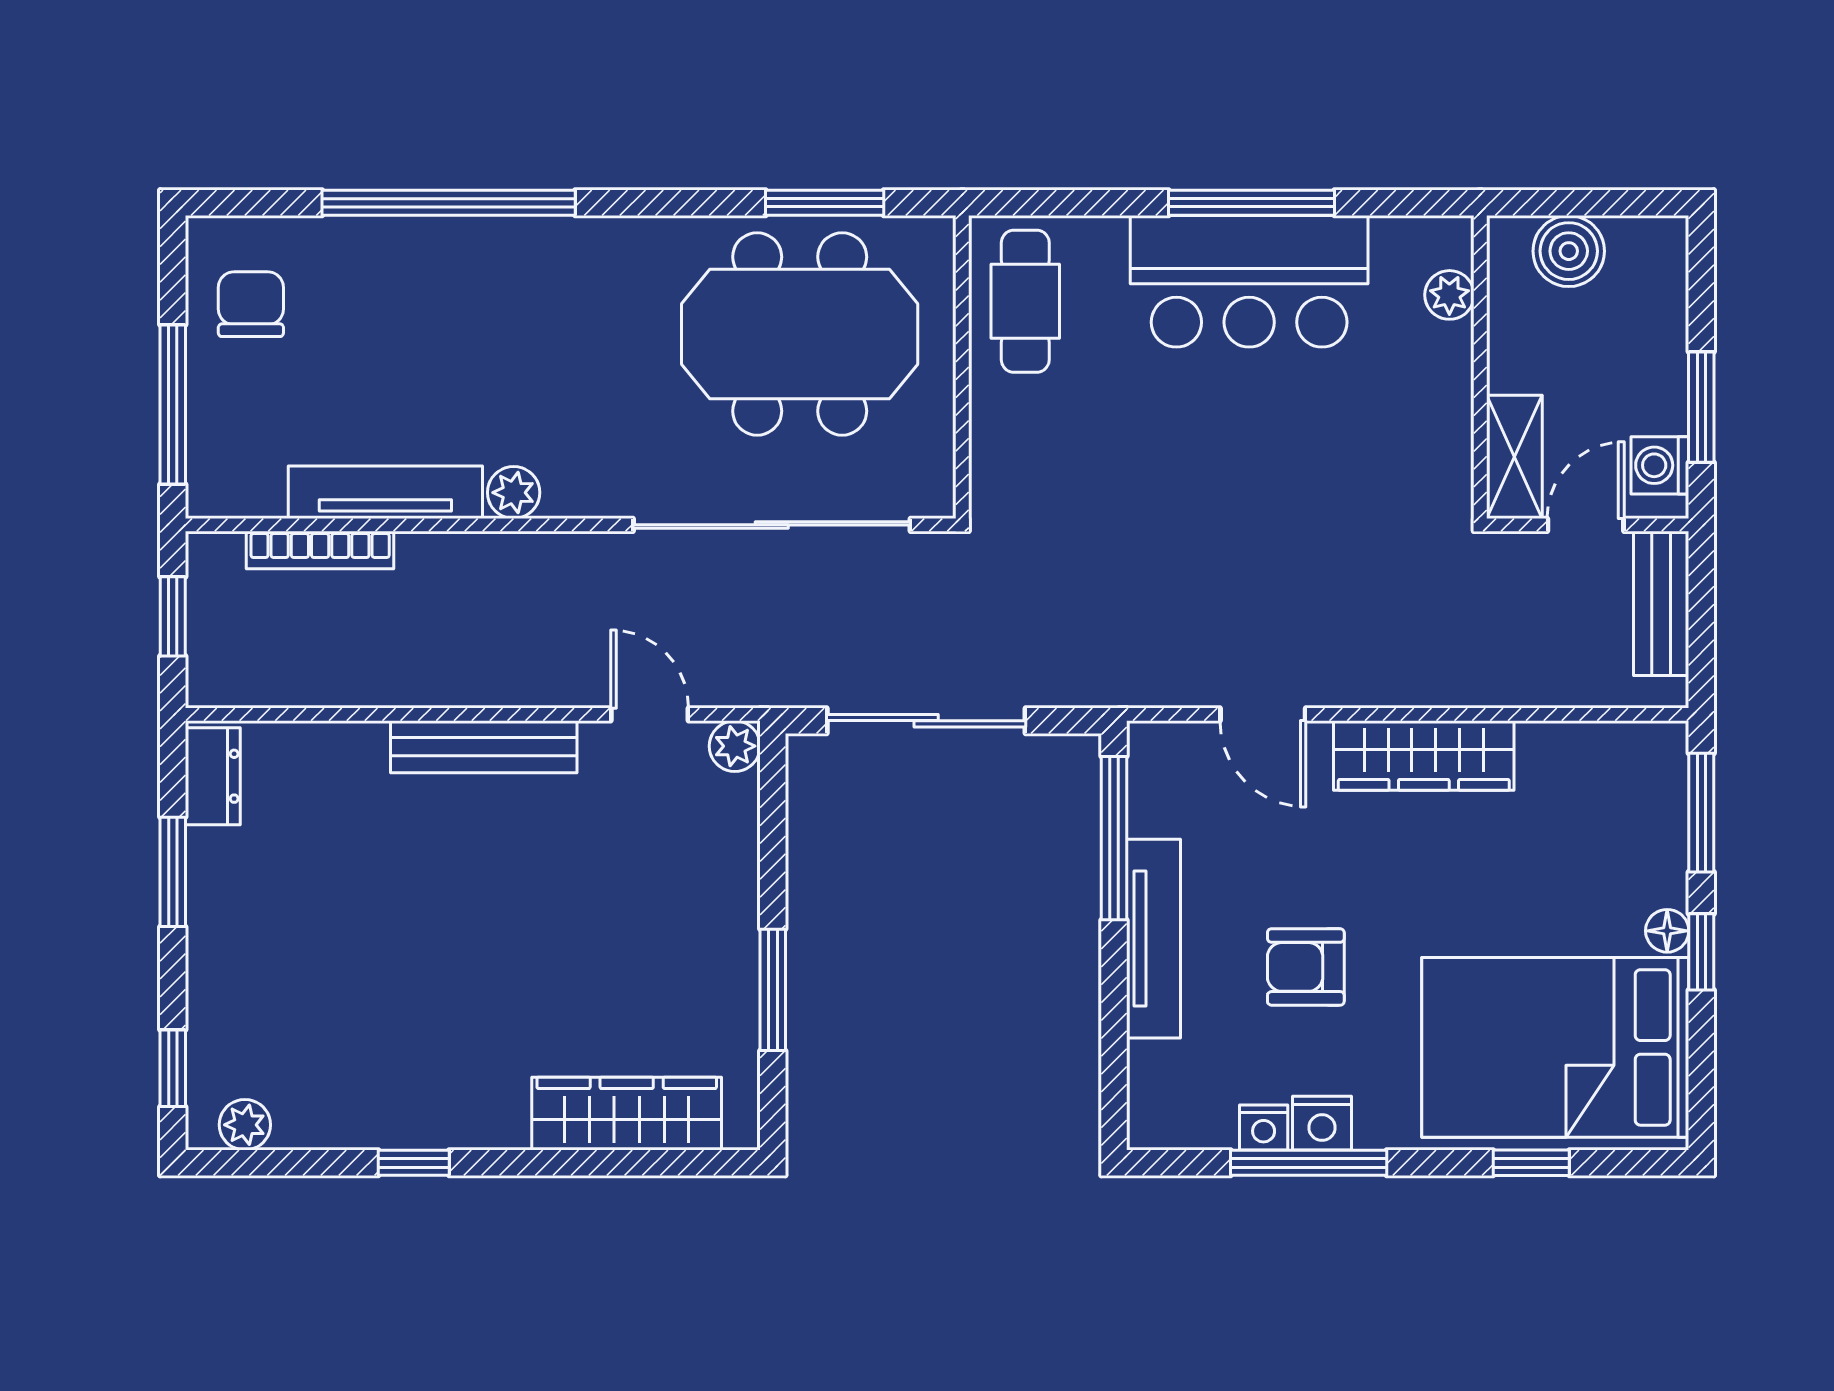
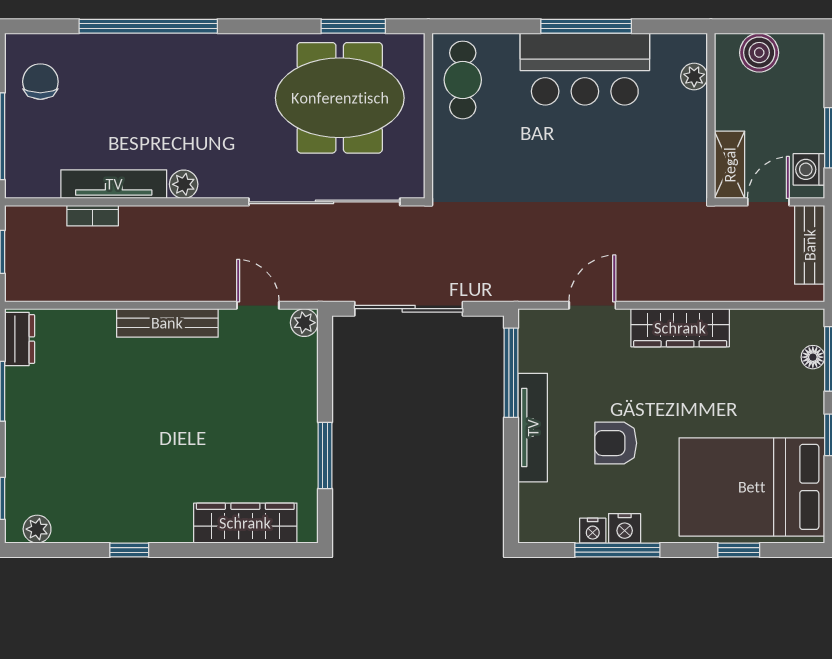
bookcase: (320, 550) -> (93, 216), width x0.64
door: (1263, 714) -> (592, 305), swing flipped
floor lamp: (1667, 931) -> (813, 357), moved

